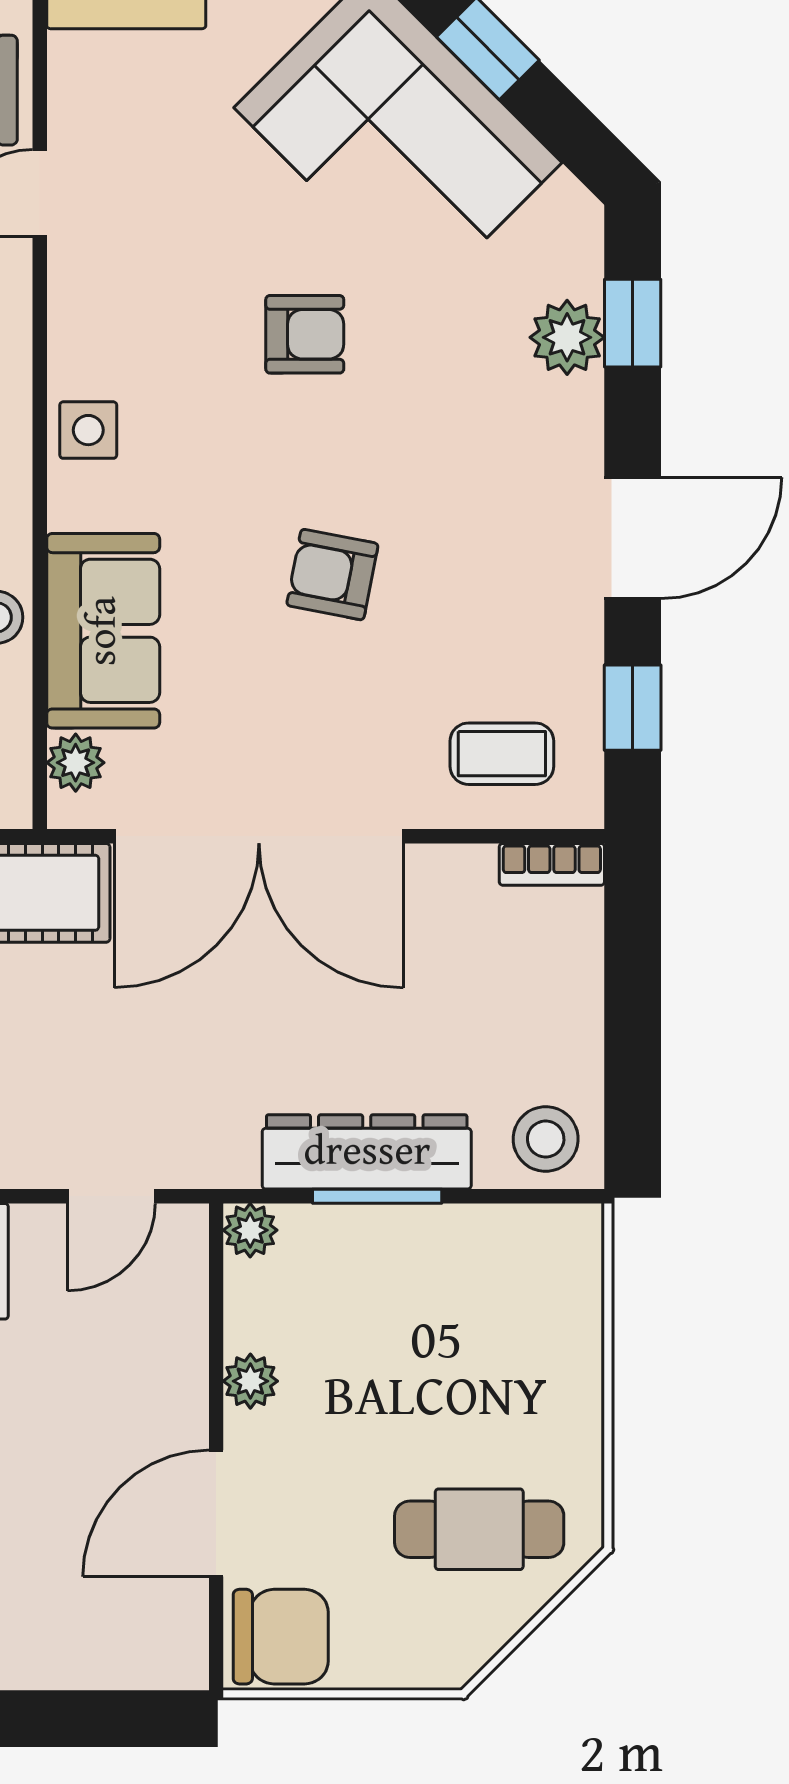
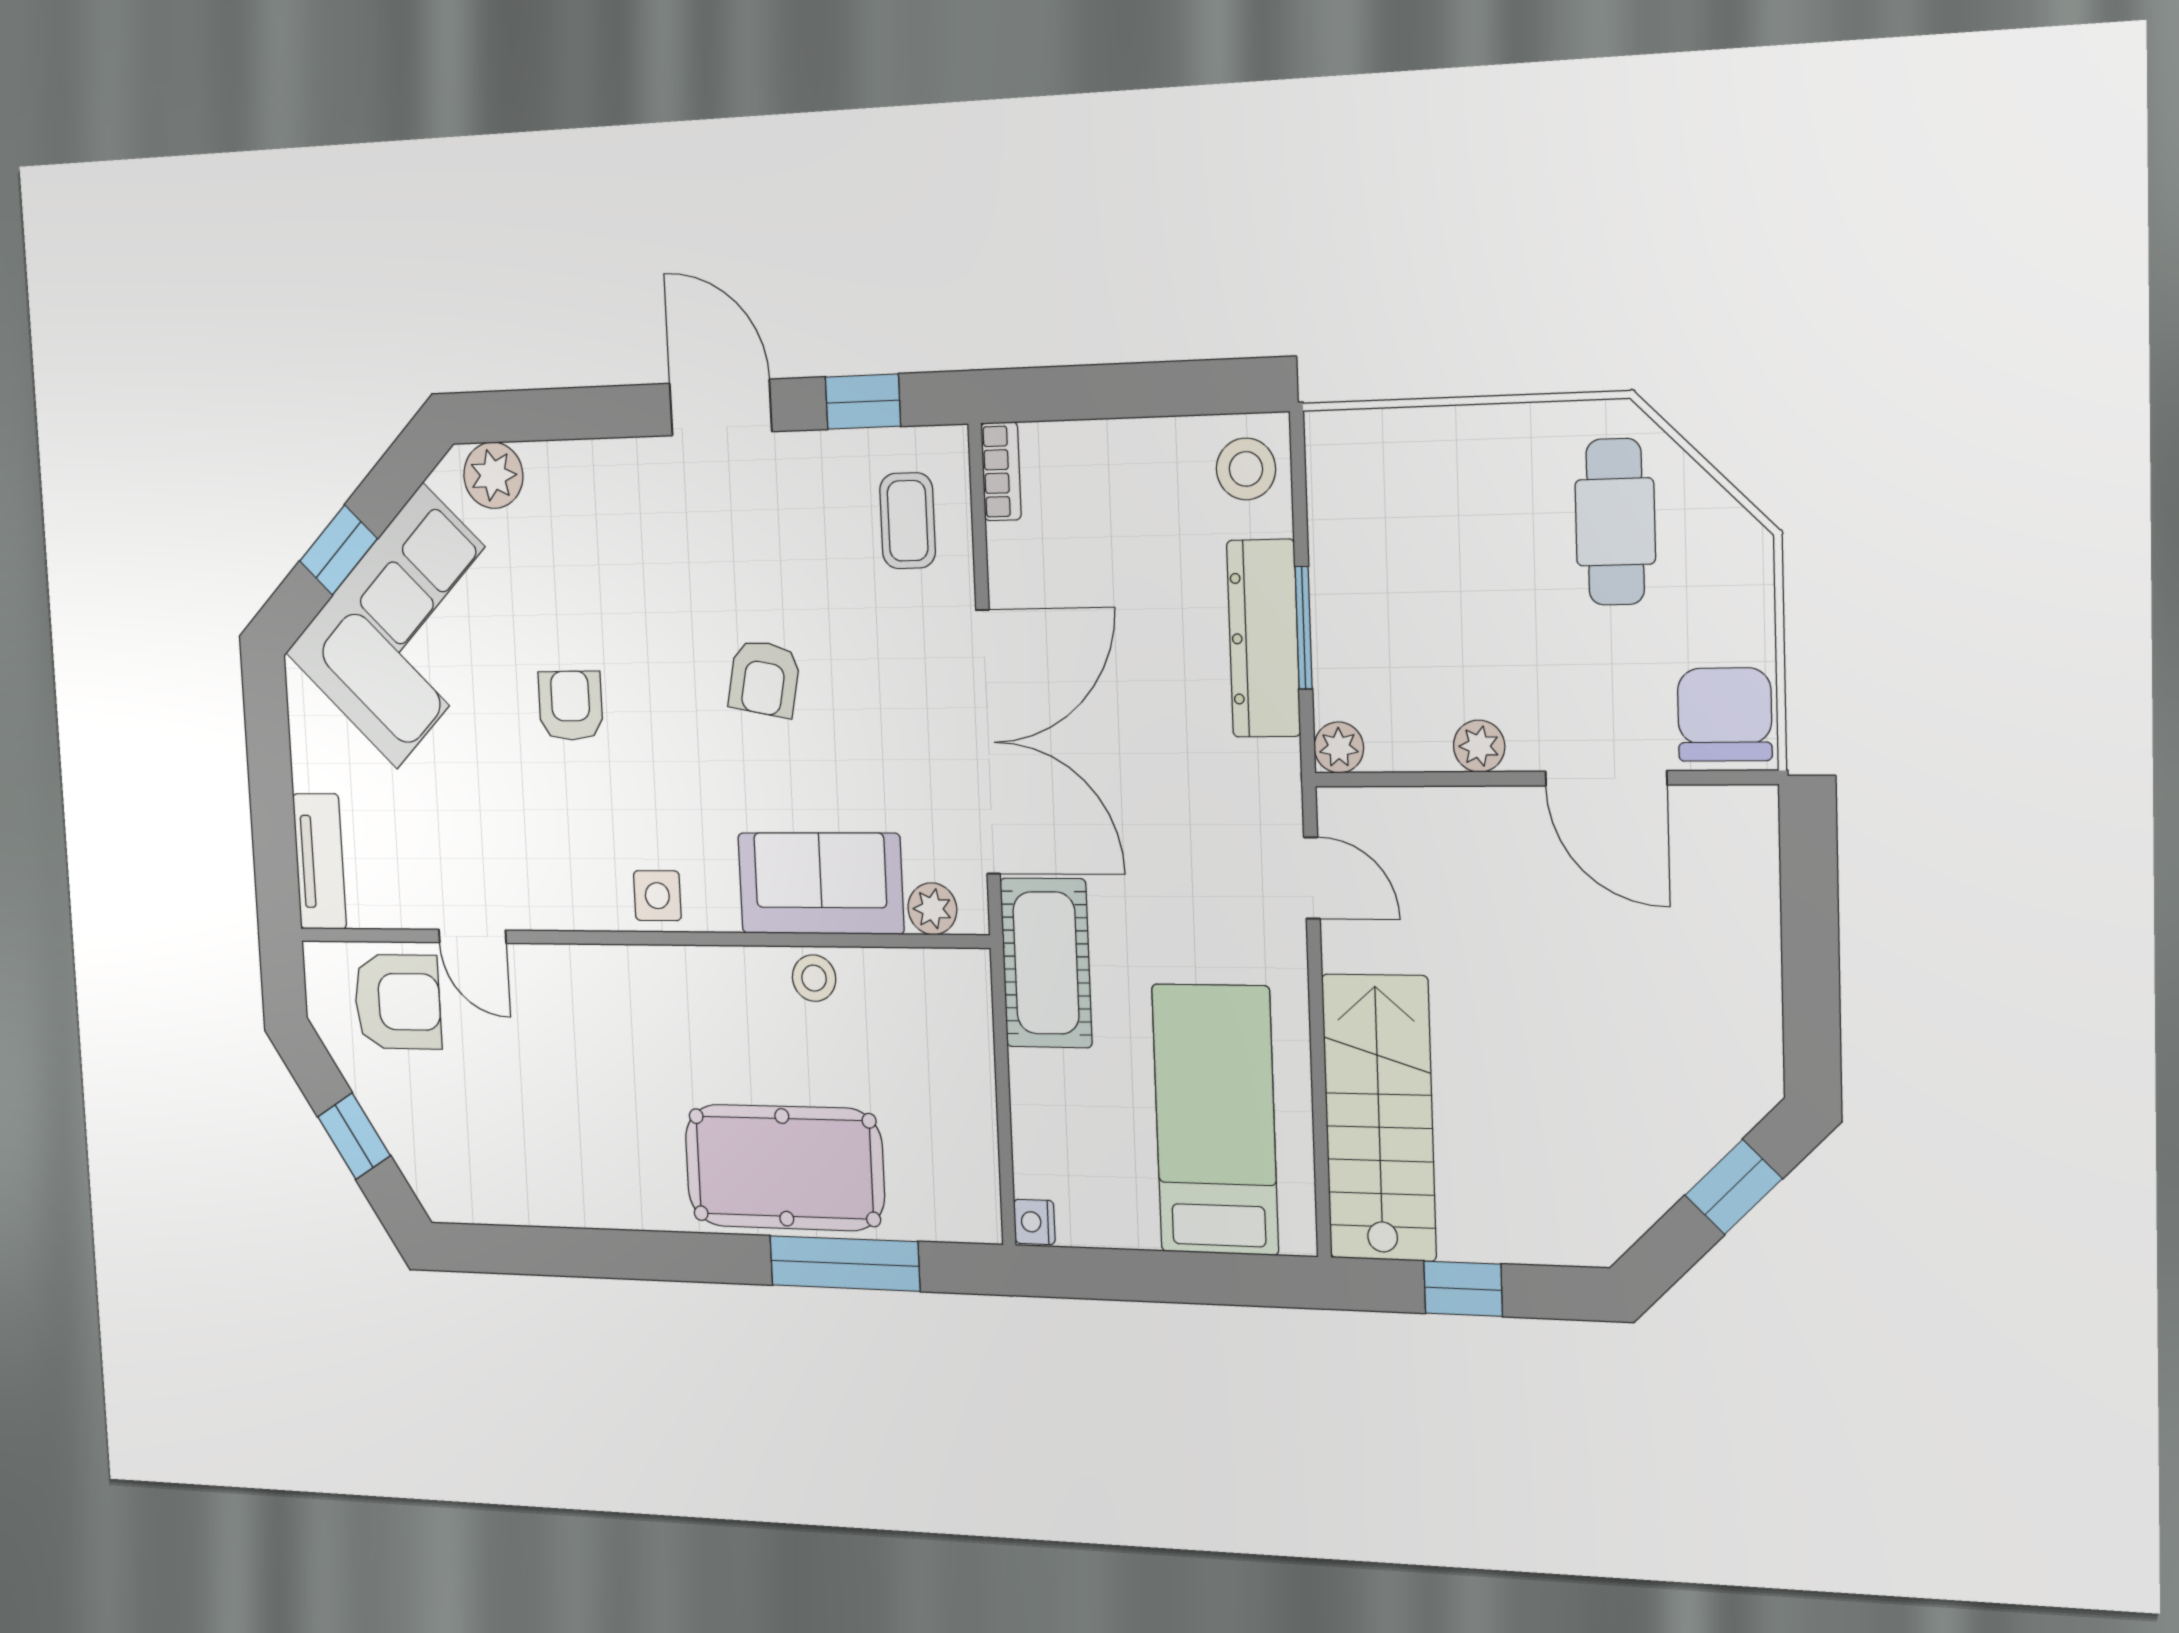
window: (633, 323) -> (546, 415), removed
plant: (567, 337) -> (493, 475), moved

